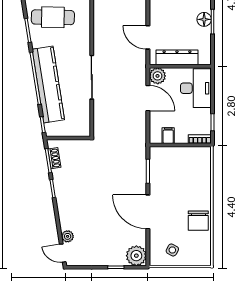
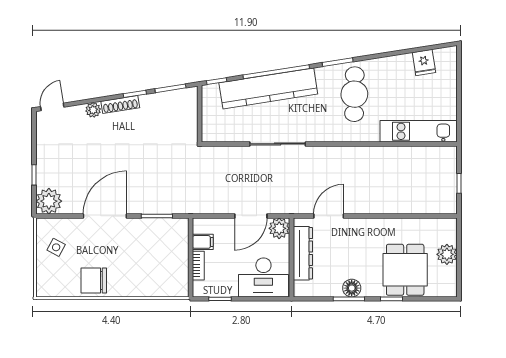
bookcase: (200, 139) -> (198, 266), moved
shoe rack: (54, 158) -> (120, 104), moved, width x1.43
plant: (68, 236) -> (93, 110), moved

